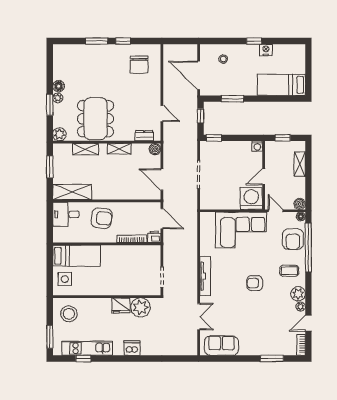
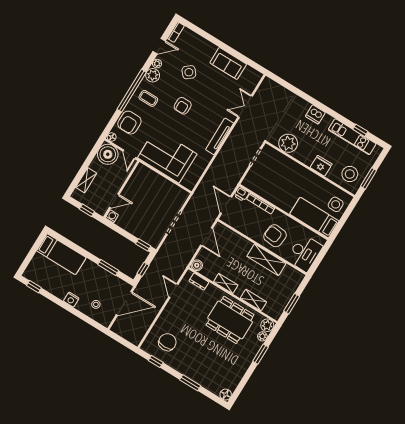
window: (123, 41) -> (156, 362), moved
window: (254, 41) -> (34, 287), moved
nightstand: (266, 50) -> (71, 300), moved
door: (199, 75) -> (124, 303), hinge flipped
floor lamp: (59, 86) -> (226, 395), moved
plant: (58, 98) -> (262, 336), moved
dining table: (95, 119) -> (230, 320), turned 90
door: (264, 177) -> (114, 201), moved
shelving: (72, 192) -> (266, 260), moved
washing machine: (251, 198) -> (143, 177), removed
boiler: (300, 204) -> (108, 154), width x1.86, depth x1.86
desk: (66, 214) -> (304, 253), width x1.37
armchair: (293, 239) -> (129, 123), turned 180
window: (308, 248) -> (132, 91), moved
armchair: (255, 283) -> (183, 106), turned 90
fridge: (121, 305) -> (321, 166), moved
side table: (268, 316) -> (189, 72), added
window: (50, 337) -> (369, 178), moved
sofa: (221, 346) -> (228, 63), moved
window: (272, 358) -> (207, 36), removed

